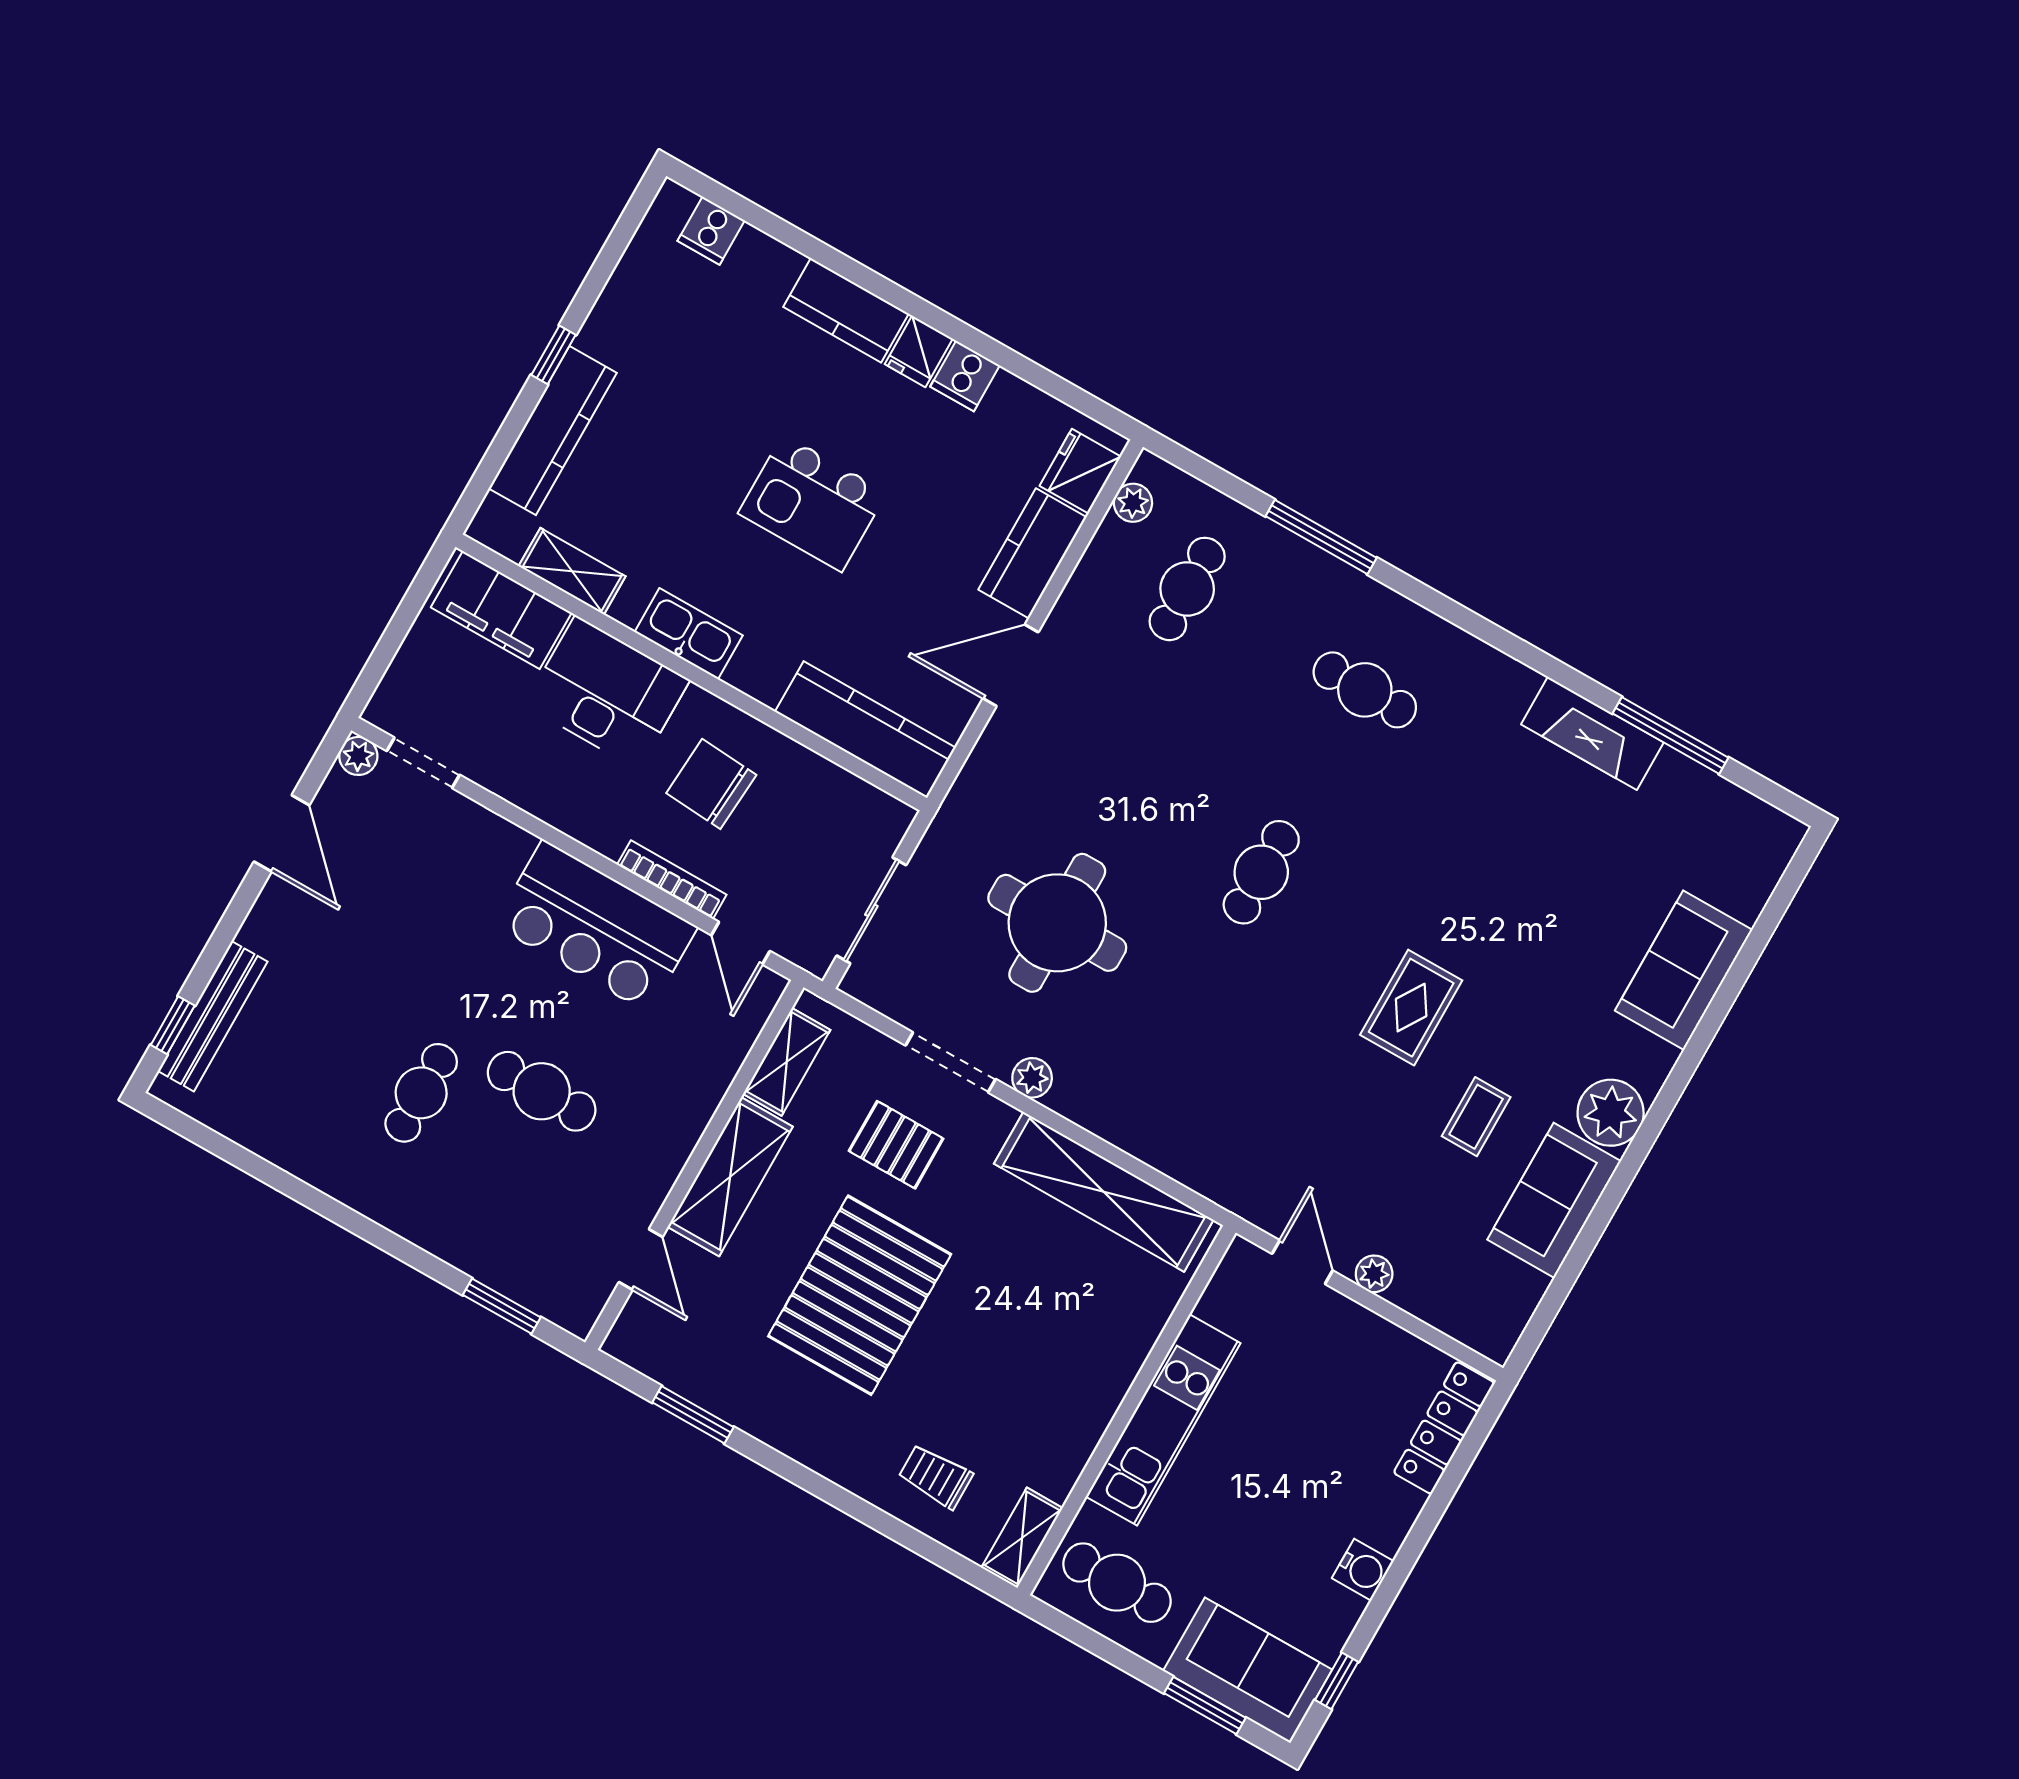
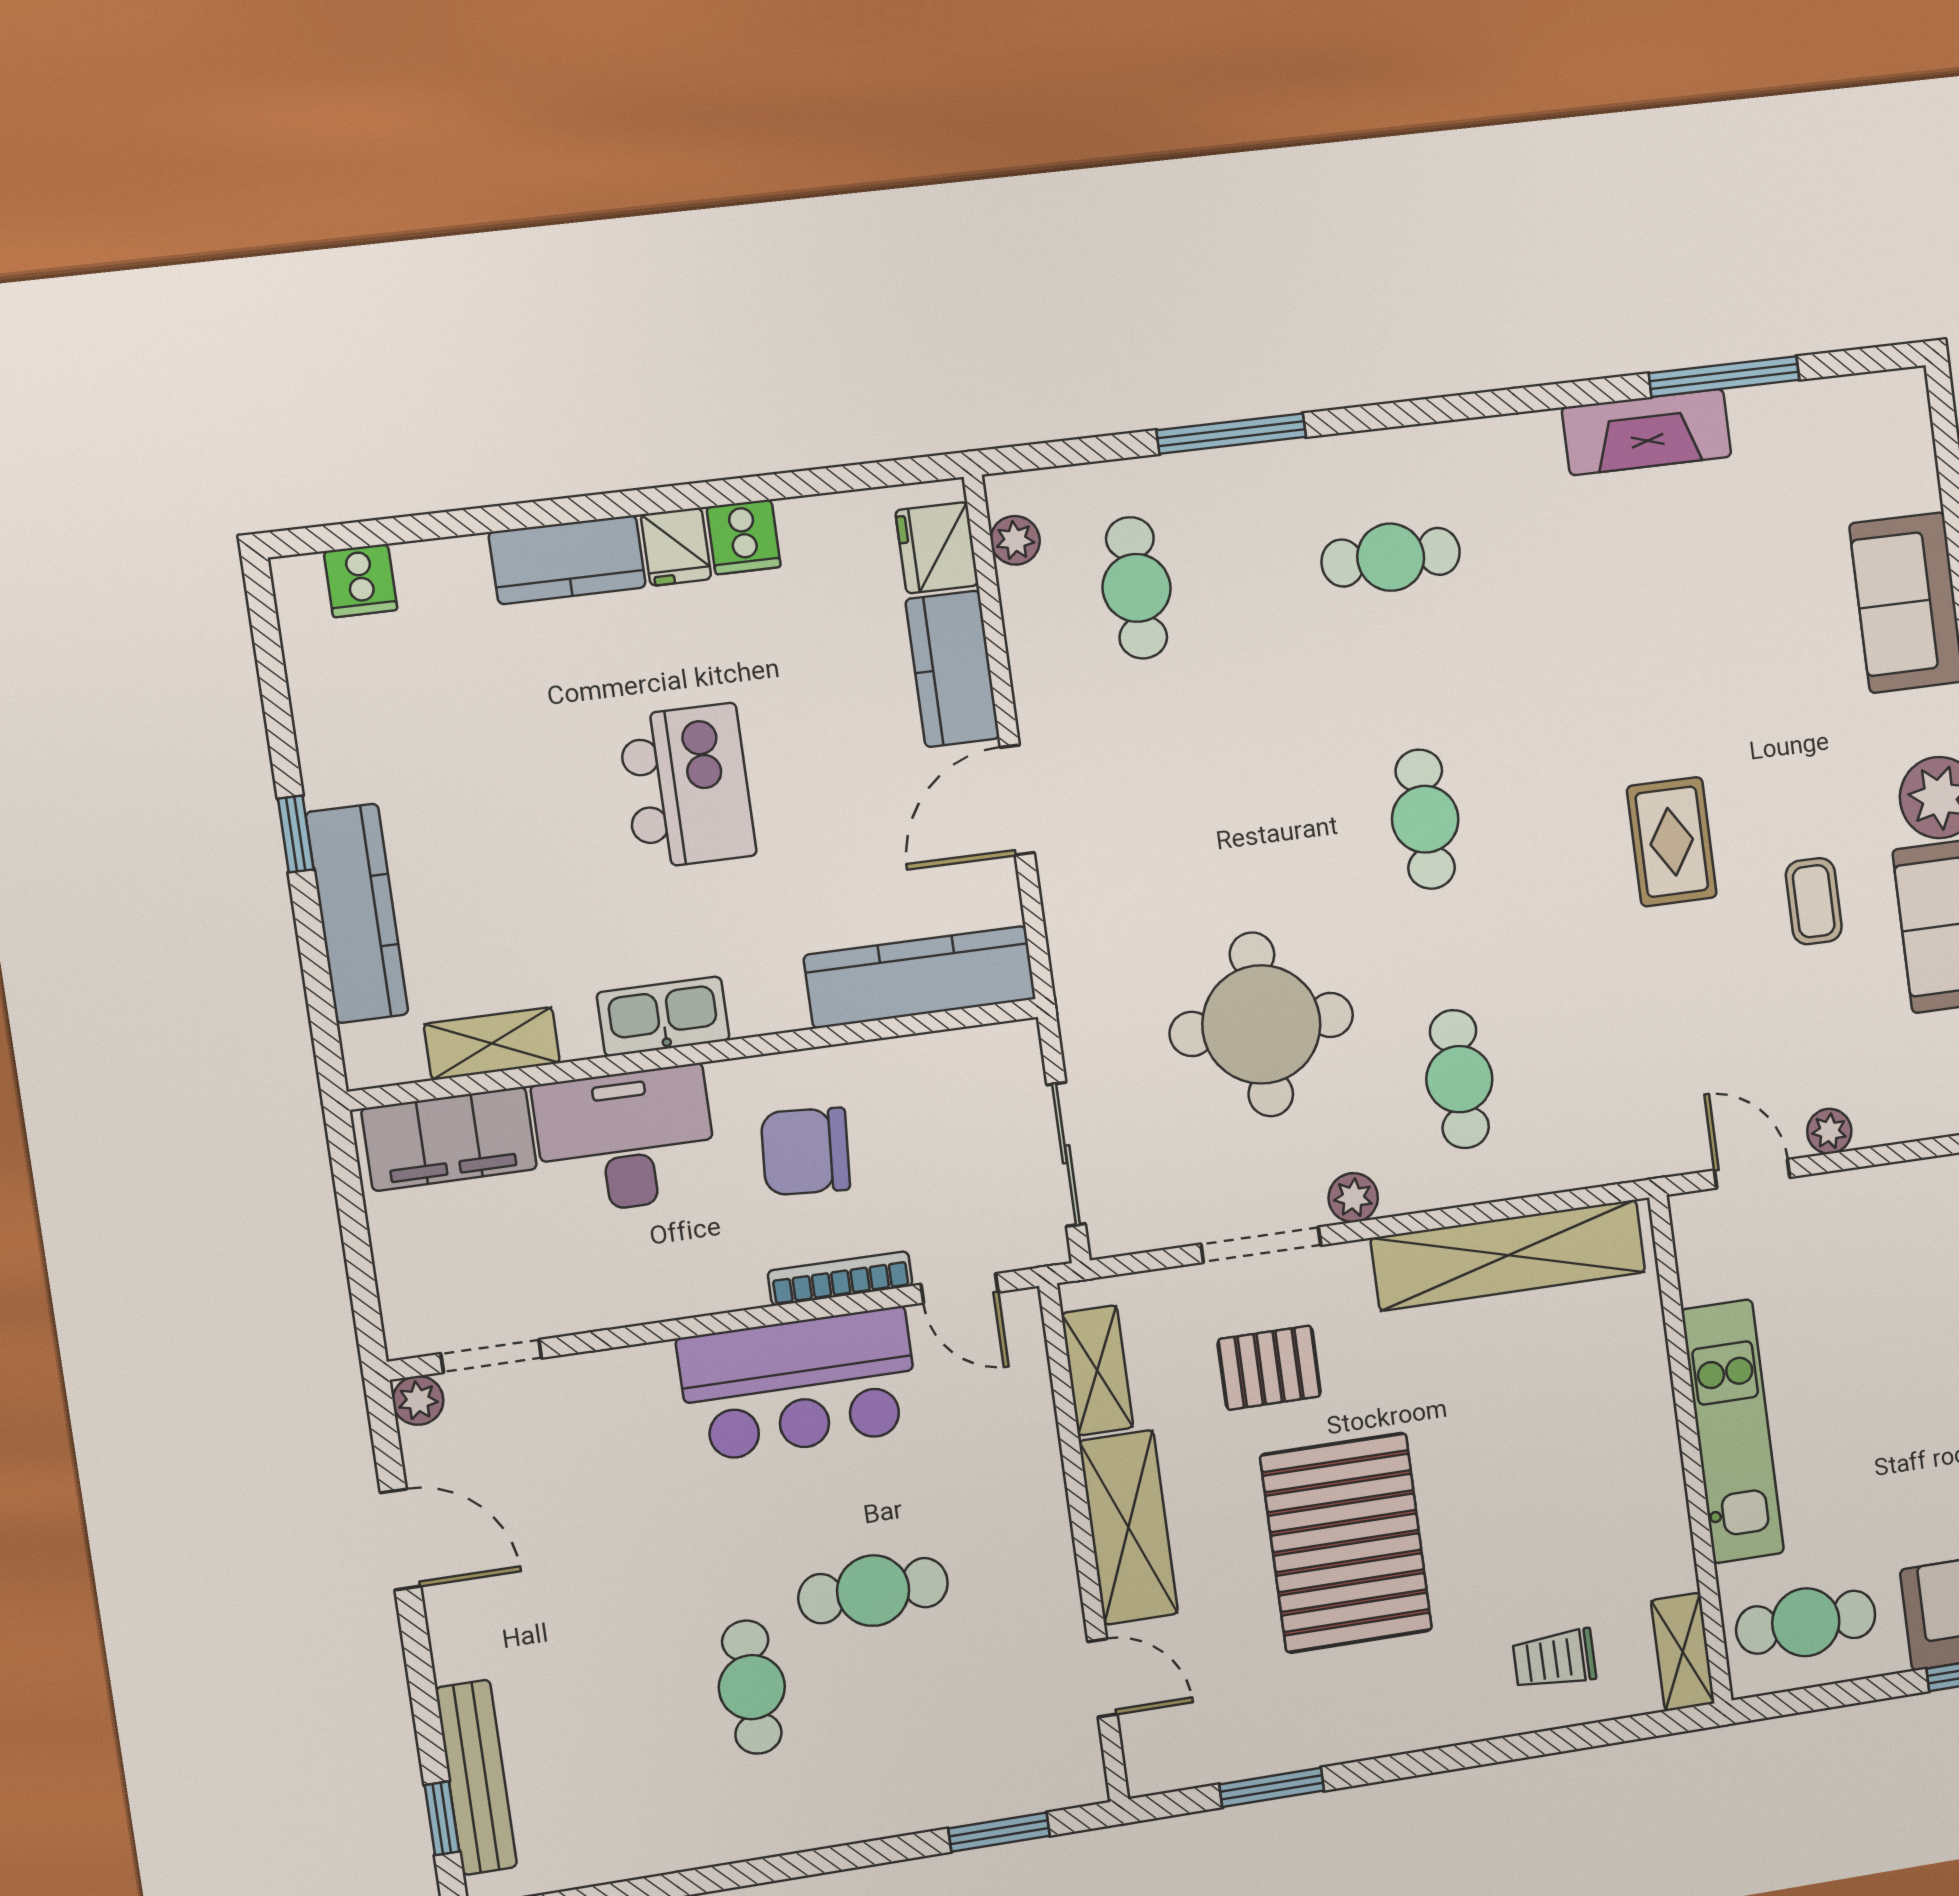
kitchen island: (812, 503) -> (687, 786), turned -90
cafe table: (1158, 1055) -> (1459, 1079), added

